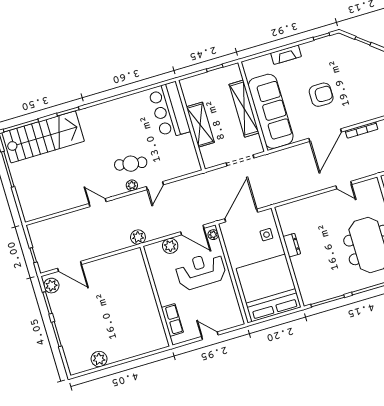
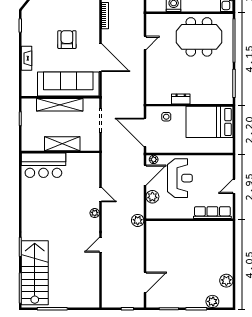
door: (325, 135) -> (100, 58), moved
cafe table: (131, 164) -> (77, 209), removed
reception desk: (201, 271) -> (180, 178), turned 180
plant: (51, 286) -> (212, 301), moved
bed: (269, 288) -> (210, 122), width x0.73
row of seats: (172, 320) -> (212, 213), width x1.48

